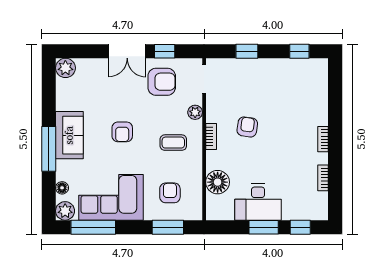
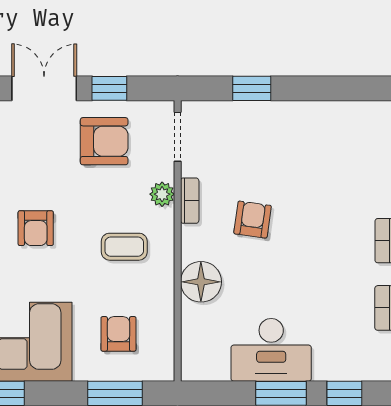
double door: (127, 51) -> (44, 88), swing flipped
window: (299, 51) -> (343, 88), removed
bookcase: (211, 136) -> (190, 201), moved
floor lamp: (218, 182) -> (201, 282), moved

